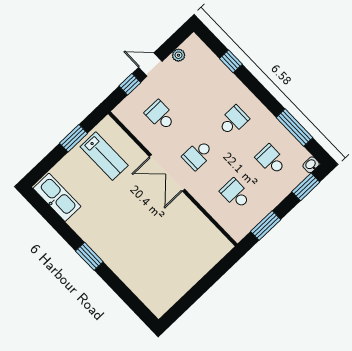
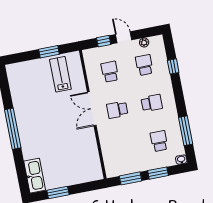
lab bench: (104, 156) -> (60, 74), turned 180
window: (306, 187) -> (158, 173), moved
school desk: (235, 194) -> (144, 65), moved
kitchen sink: (57, 197) -> (35, 176), moved
window: (89, 256) -> (13, 129), width x2.11
window: (191, 297) -> (58, 193), added

